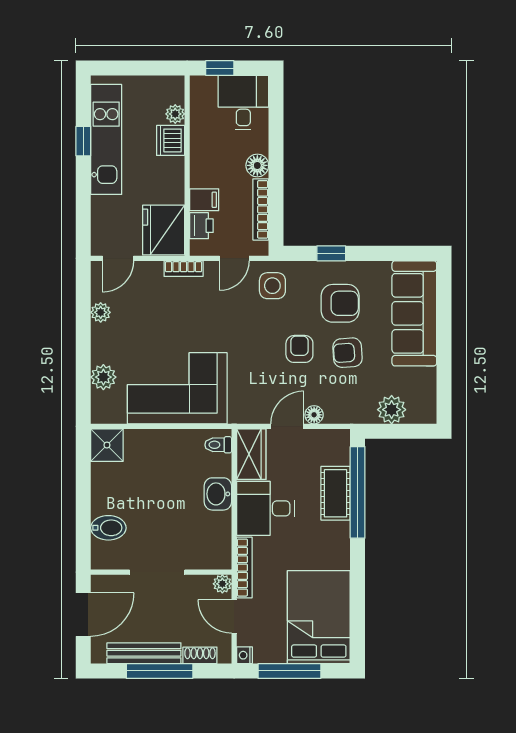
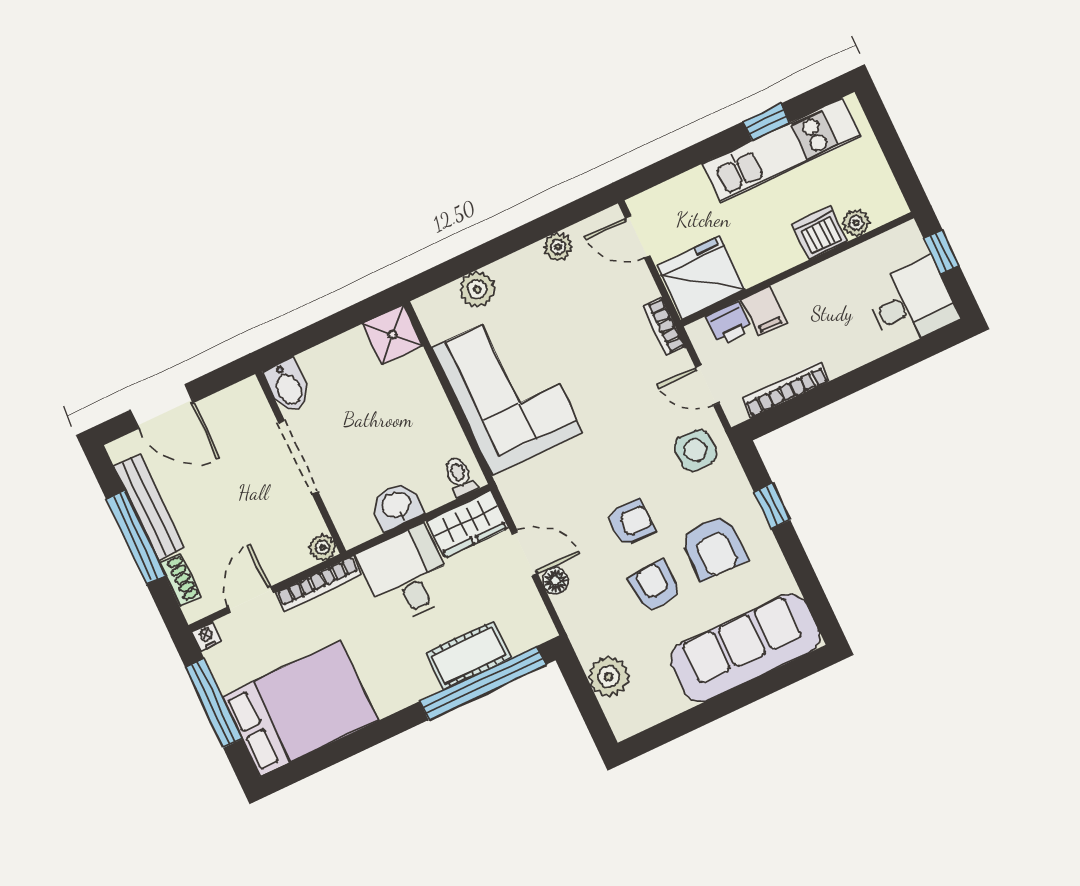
floor lamp: (257, 165) -> (840, 359), removed
doorway: (157, 572) -> (298, 457), moved
wall: (161, 572) -> (301, 462), moved
plant: (222, 584) -> (323, 548), moved

